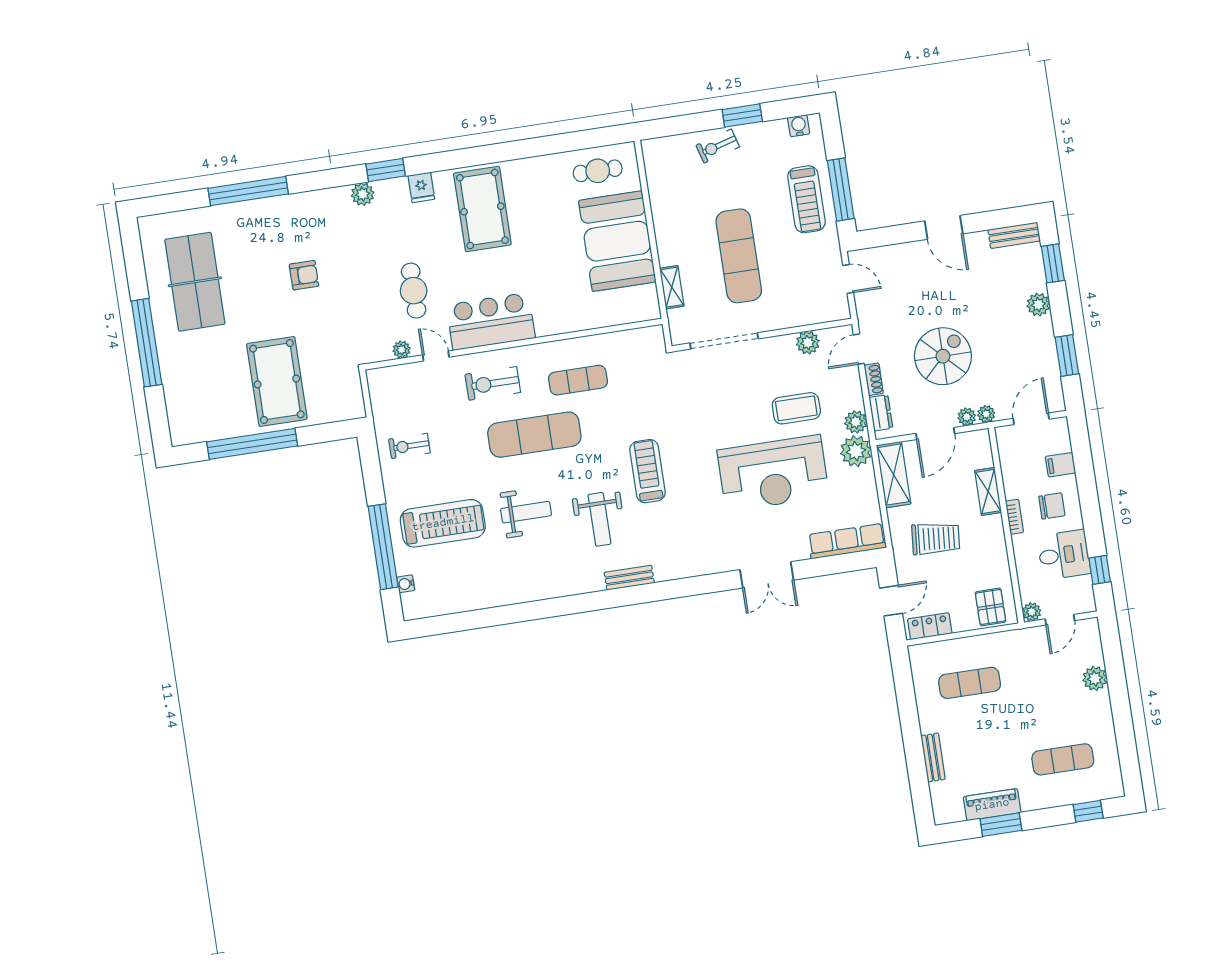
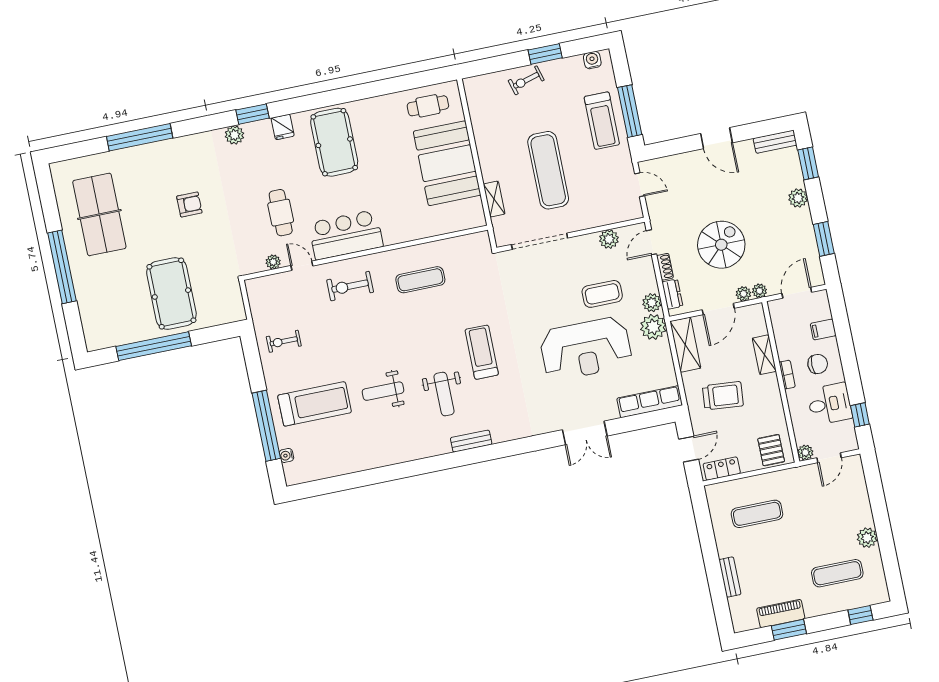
exercise mat: (534, 435) -> (387, 327), removed
weight bench: (526, 512) -> (383, 391), turned 180
plant: (1095, 678) -> (867, 538), moved

